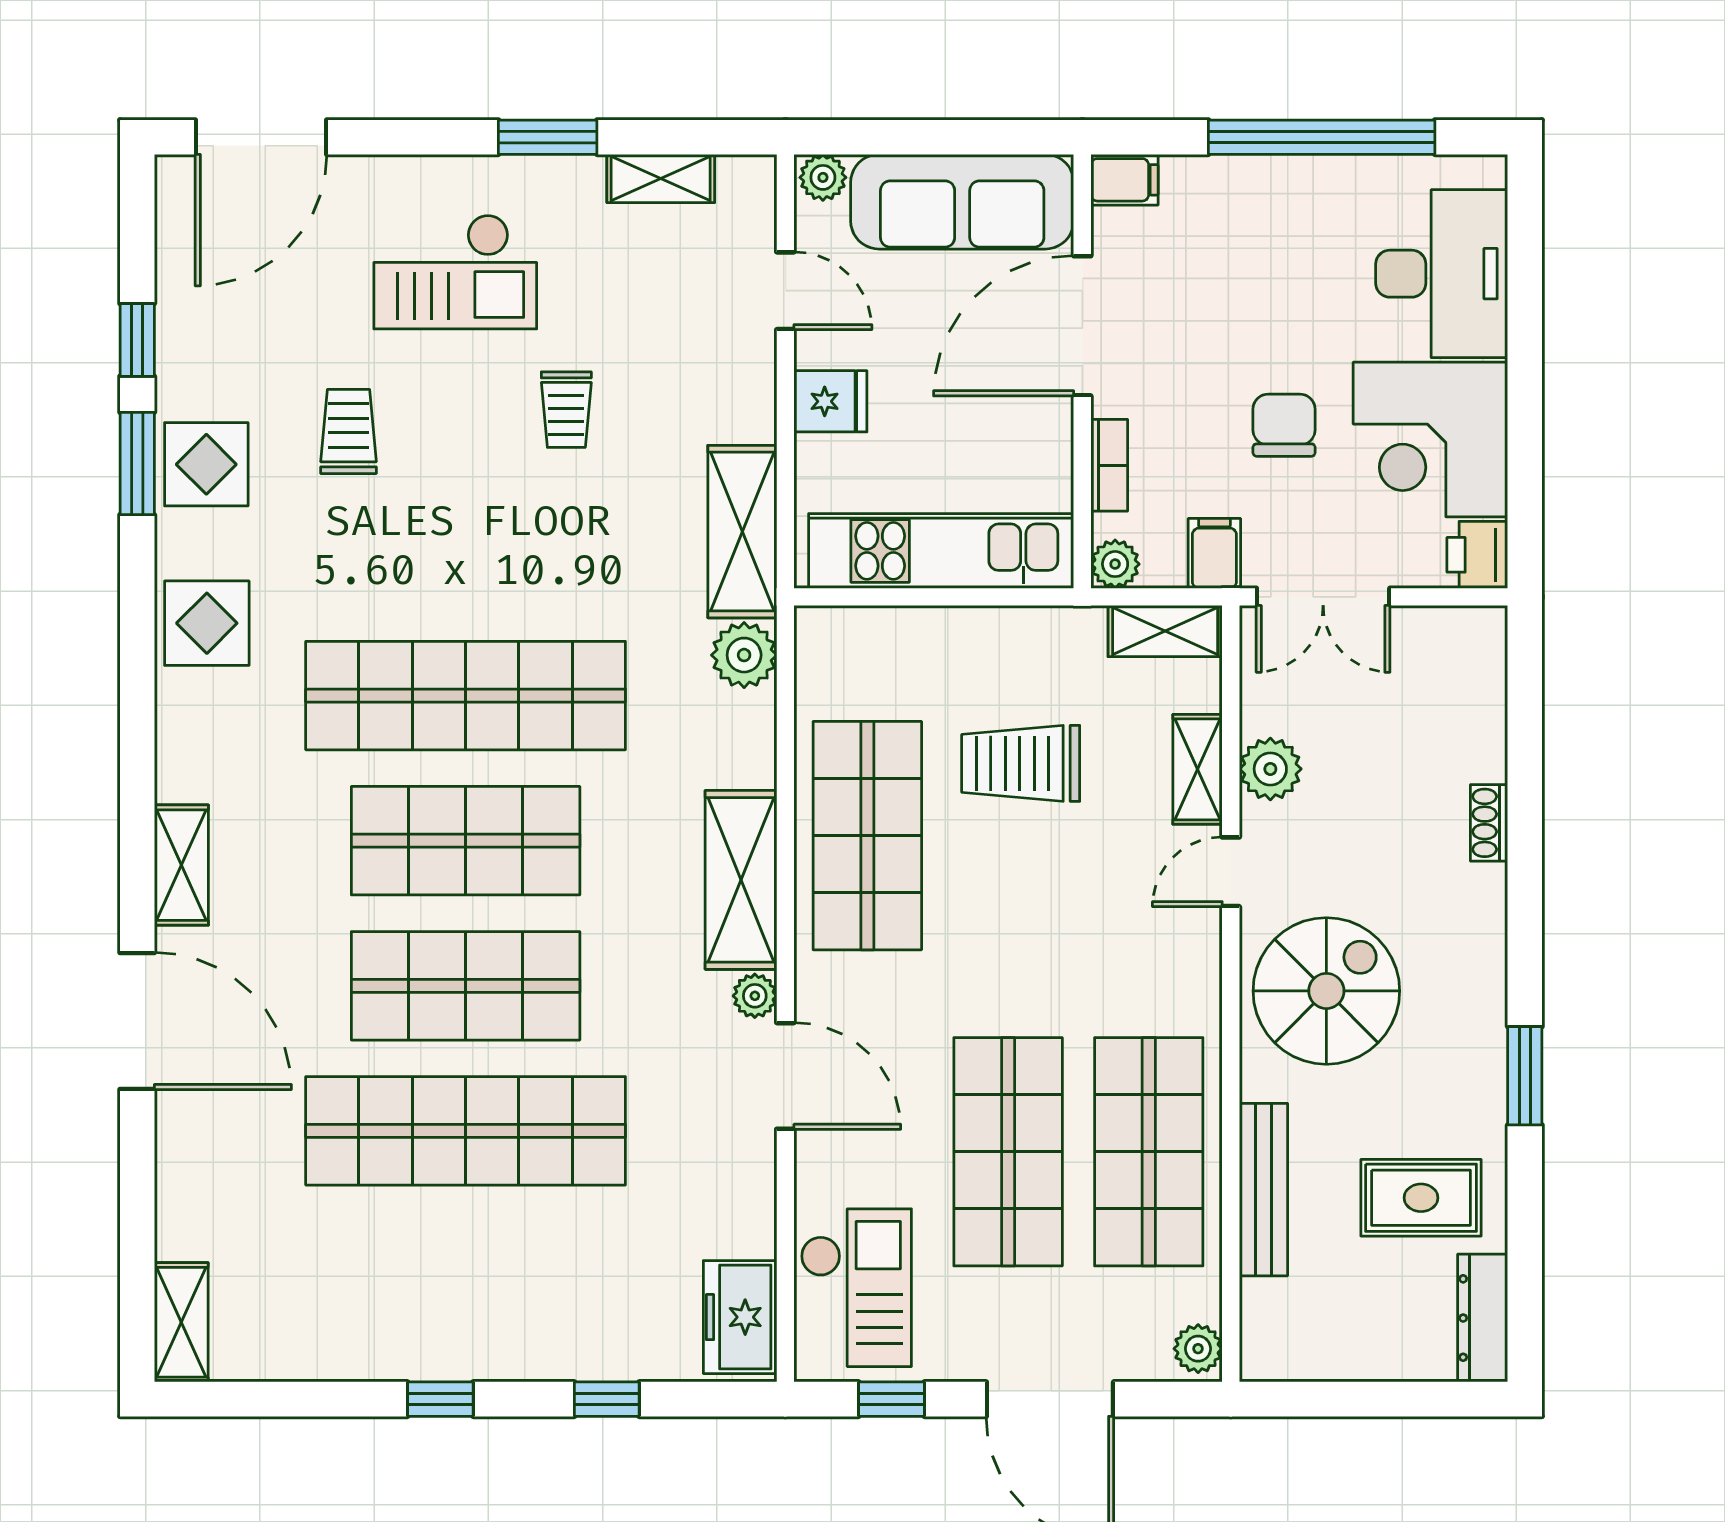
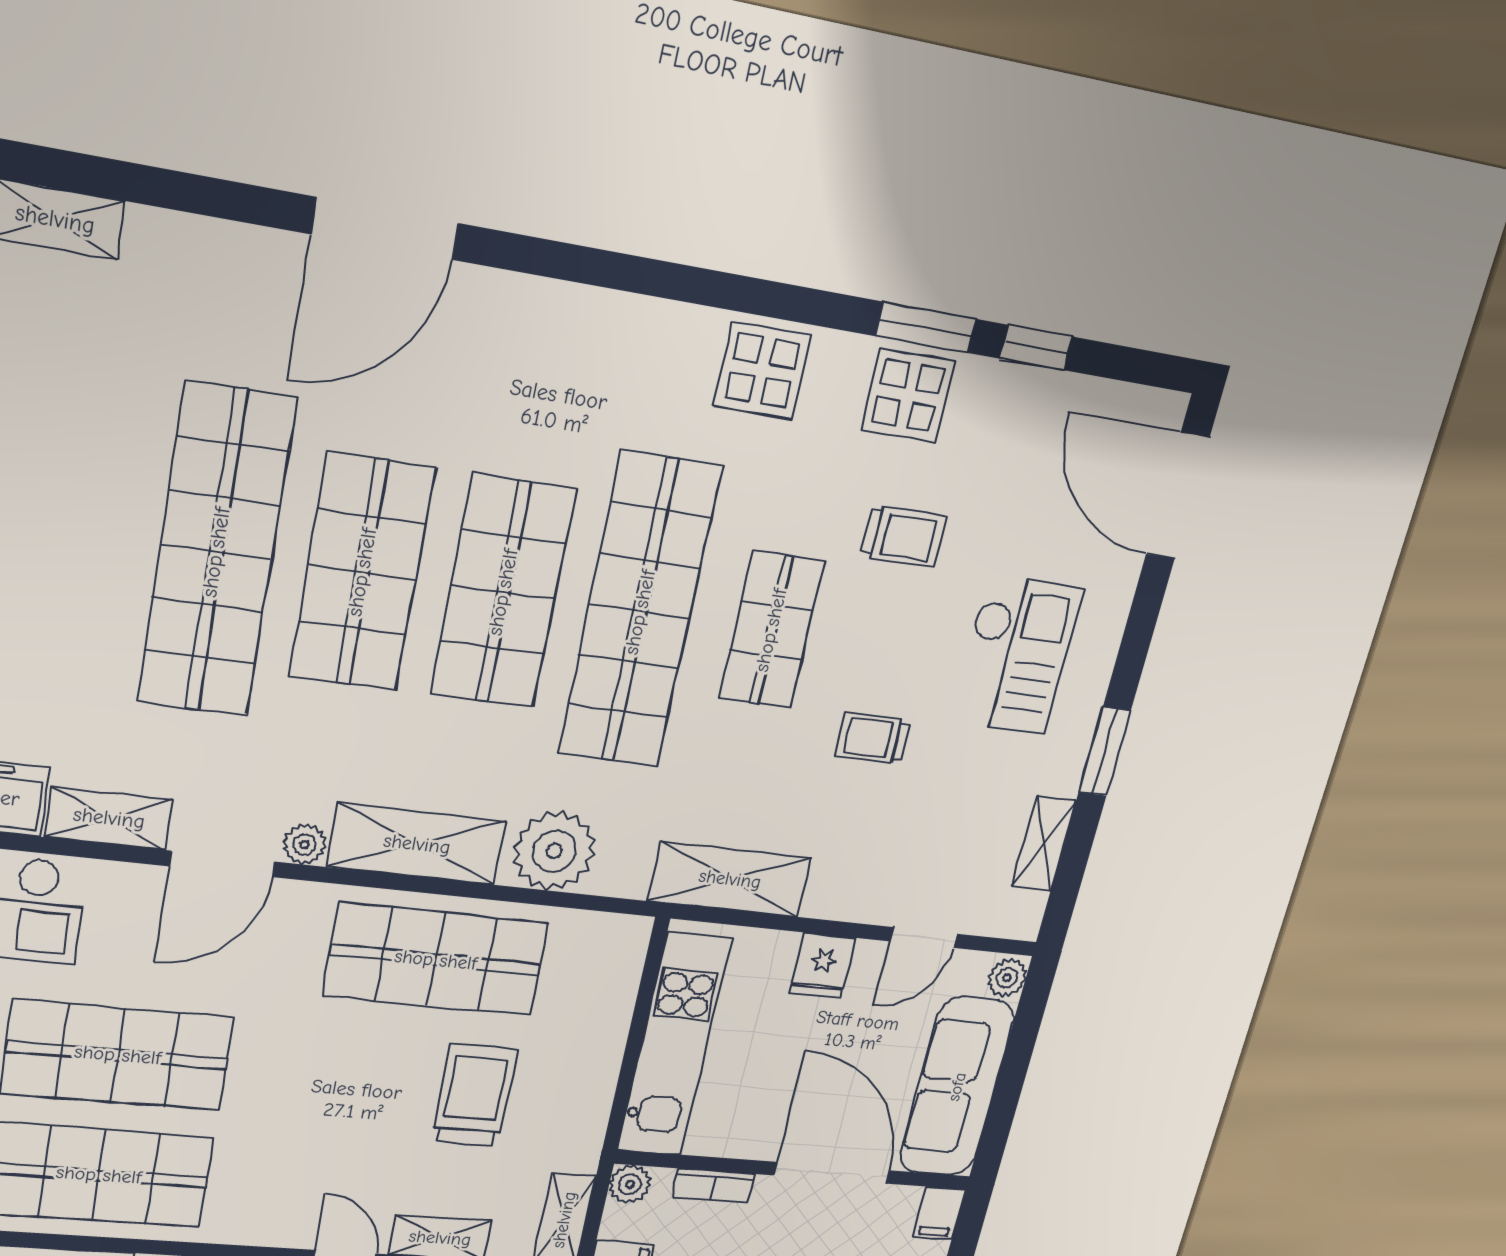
checkout: (455, 272) -> (1016, 655), turned 180
shop shelf: (466, 550) -> (771, 630), added
plant: (744, 655) -> (554, 851), moved, width x1.36, depth x1.36
shelving: (181, 865) -> (109, 818), moved

